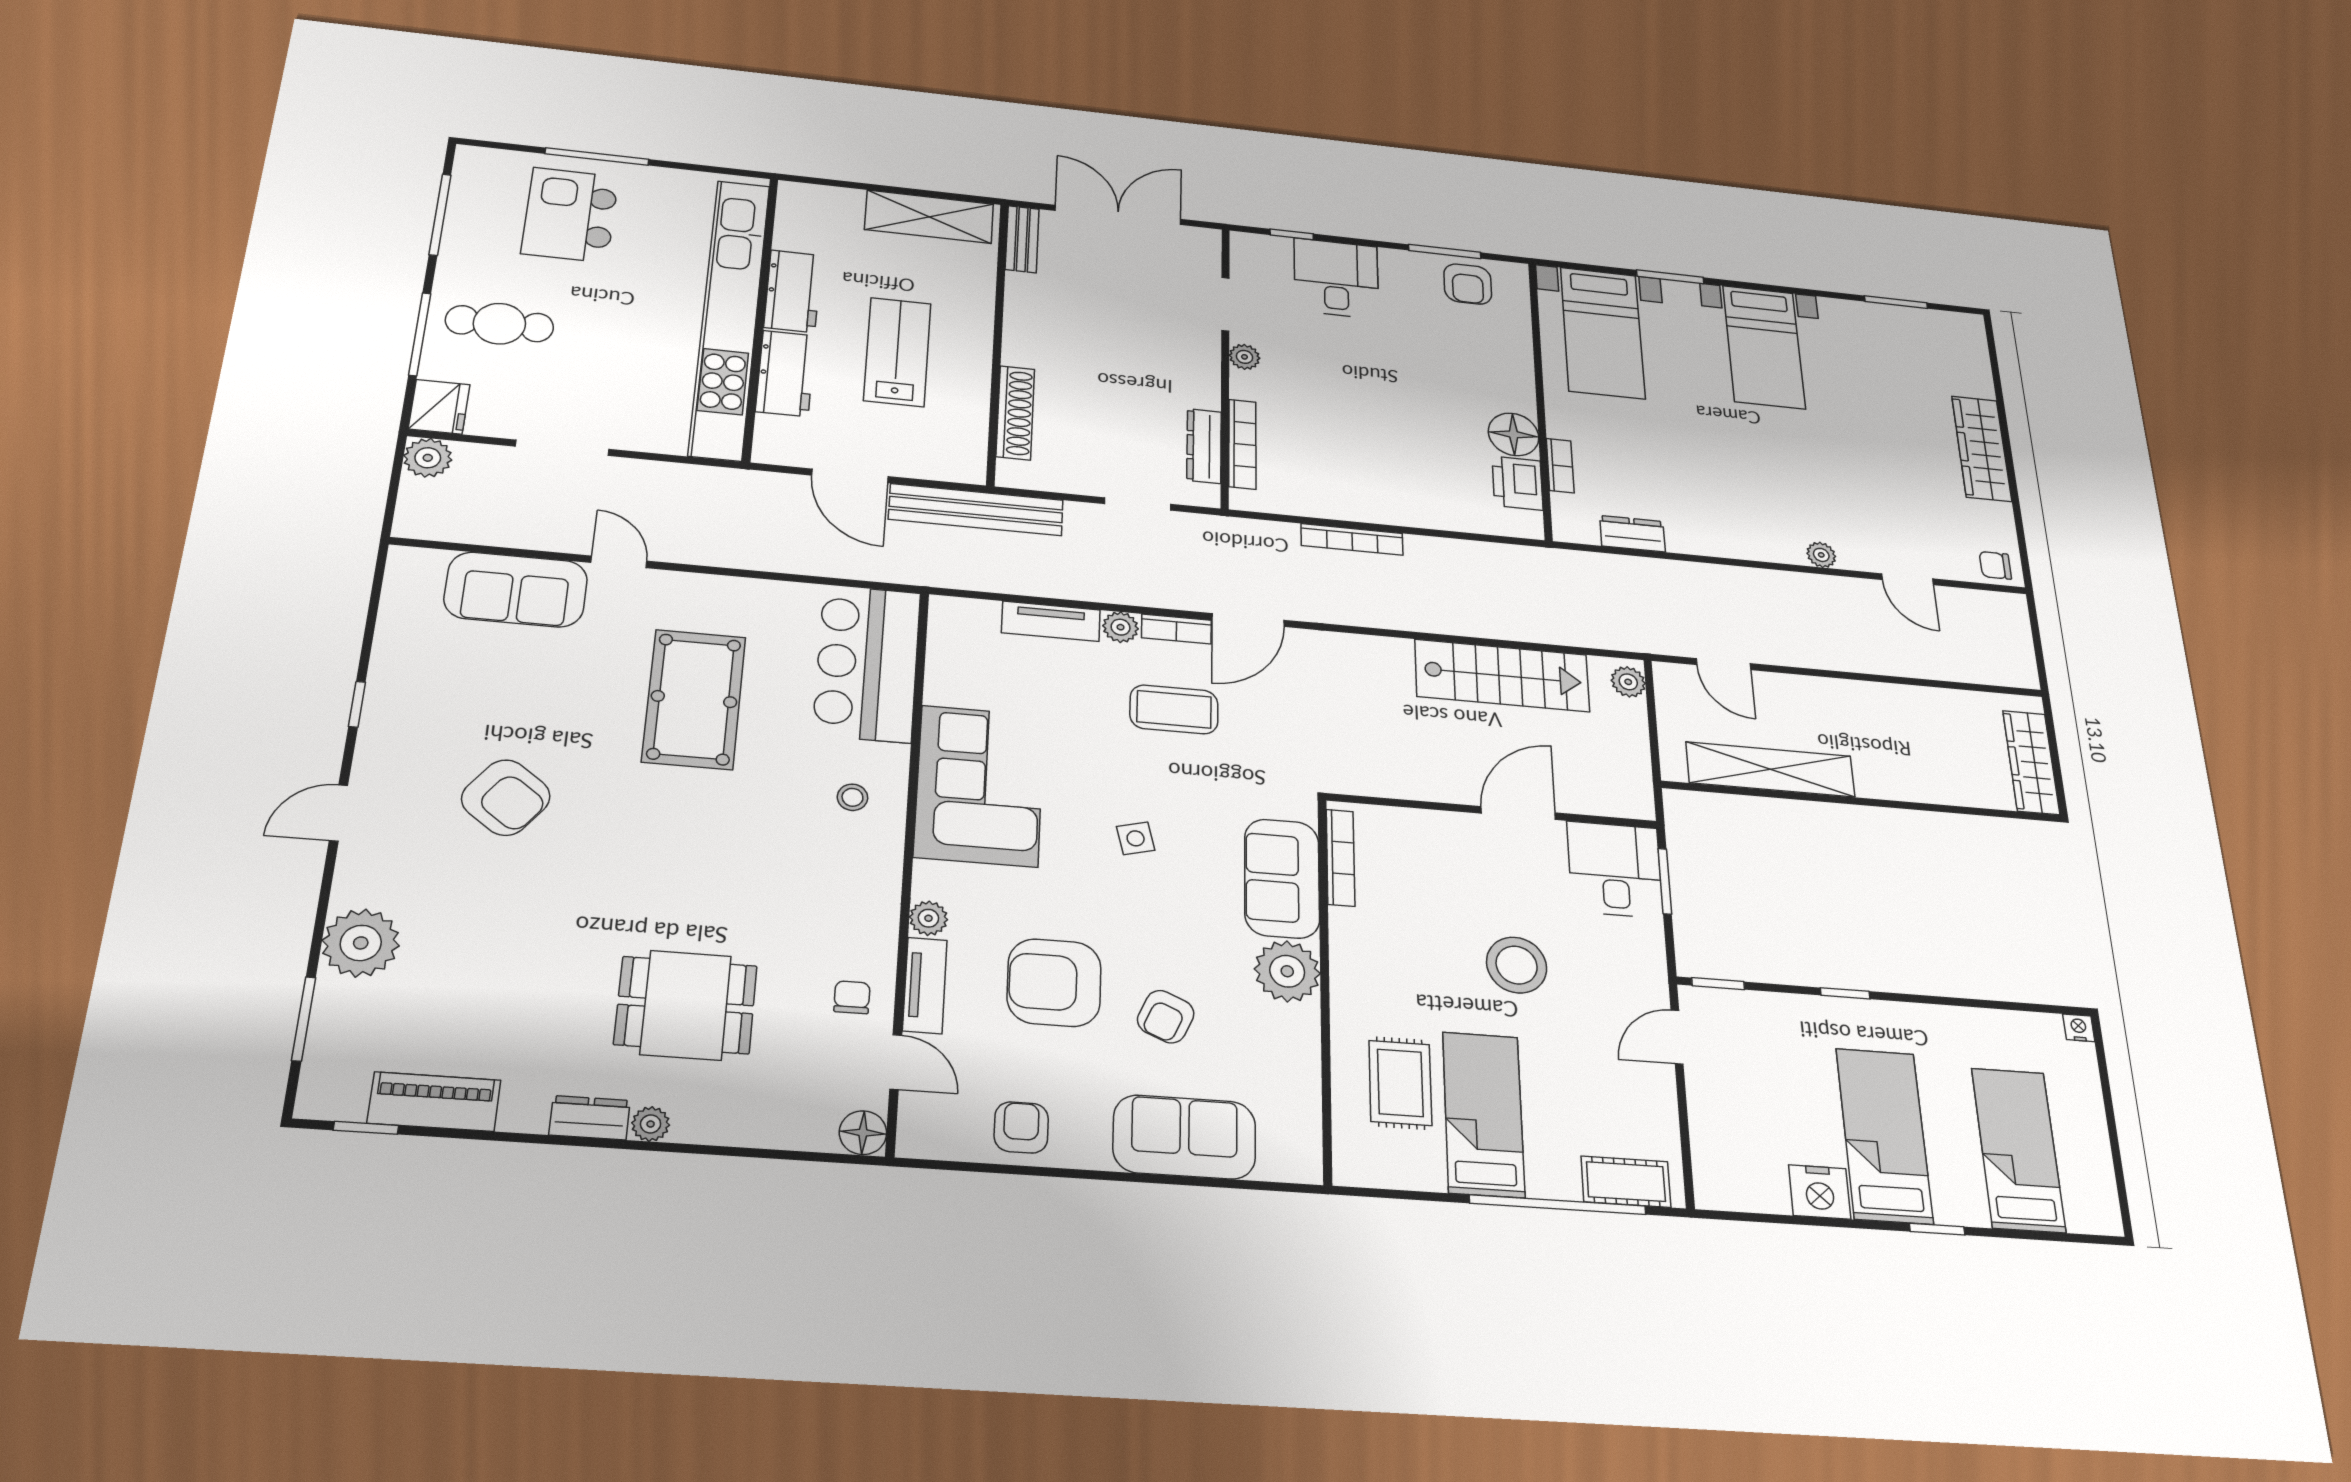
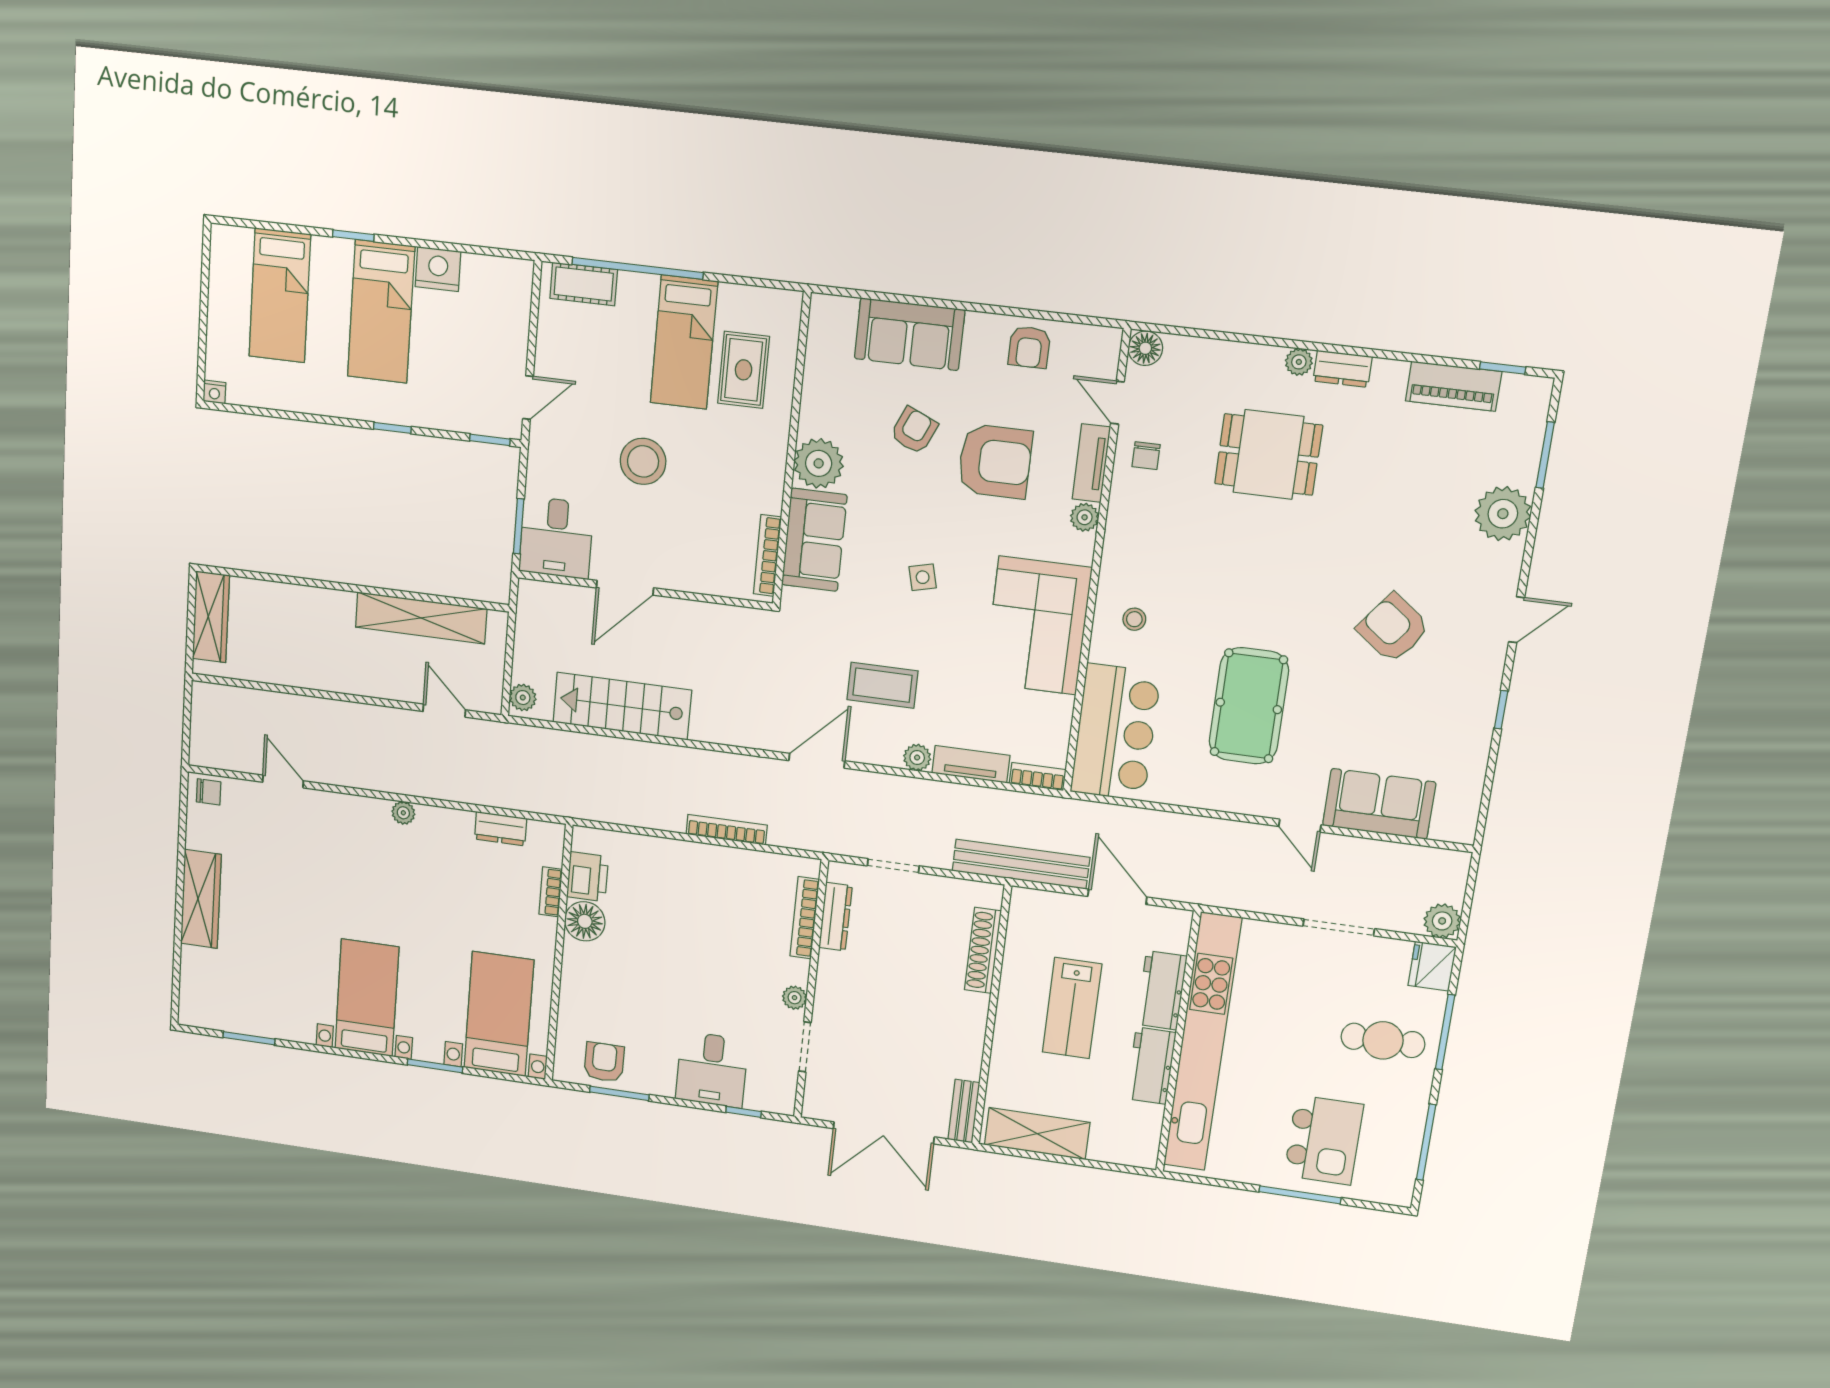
plant: (1821, 555) -> (403, 813), moved
bookcase: (1176, 629) -> (1038, 777), moved

